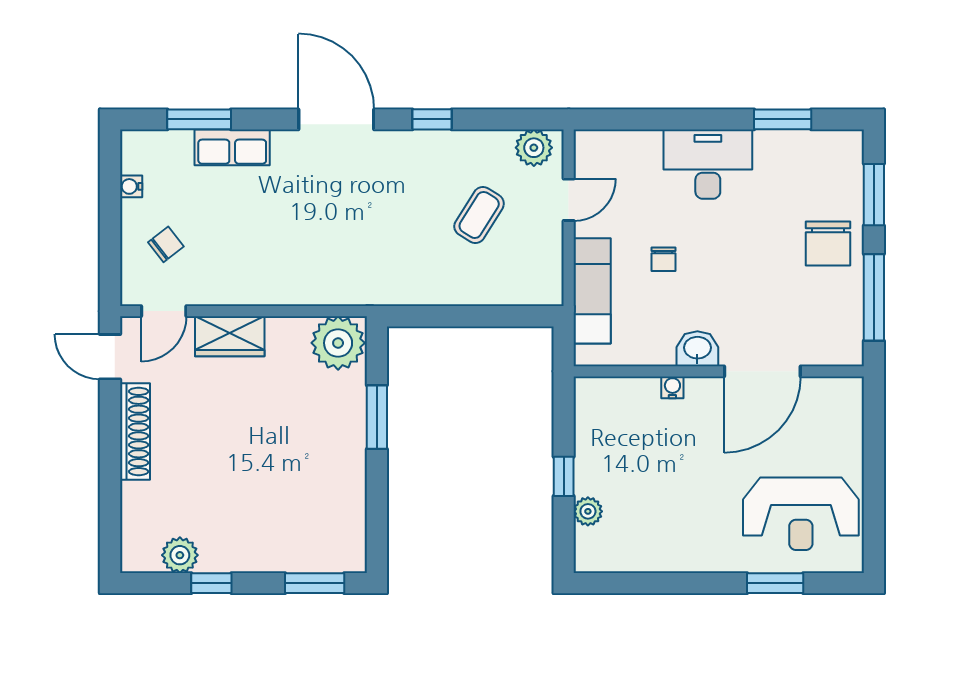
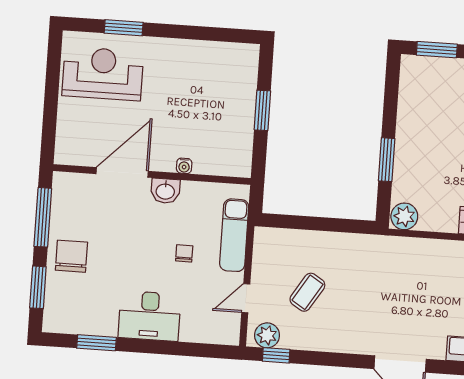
window: (432, 119) -> (276, 355), moved
plant: (338, 343) -> (404, 216), width x0.73, depth x0.73
window: (564, 476) -> (262, 110), width x1.50
plant: (588, 511) -> (248, 85), removed

